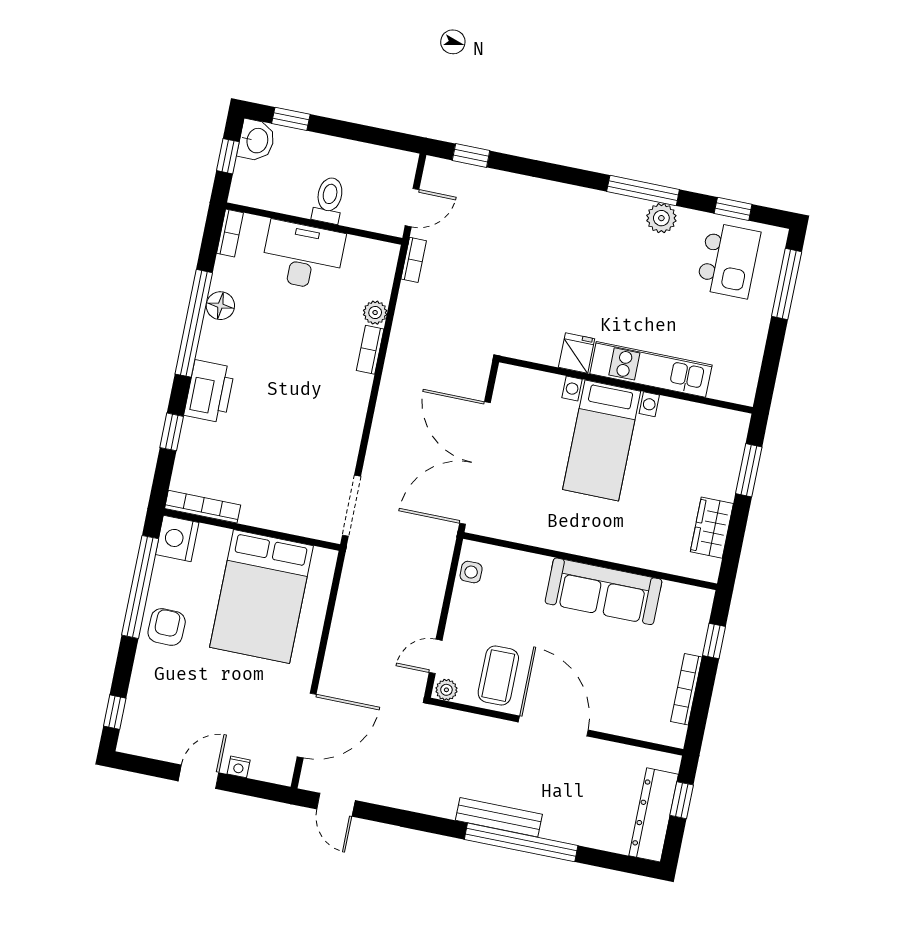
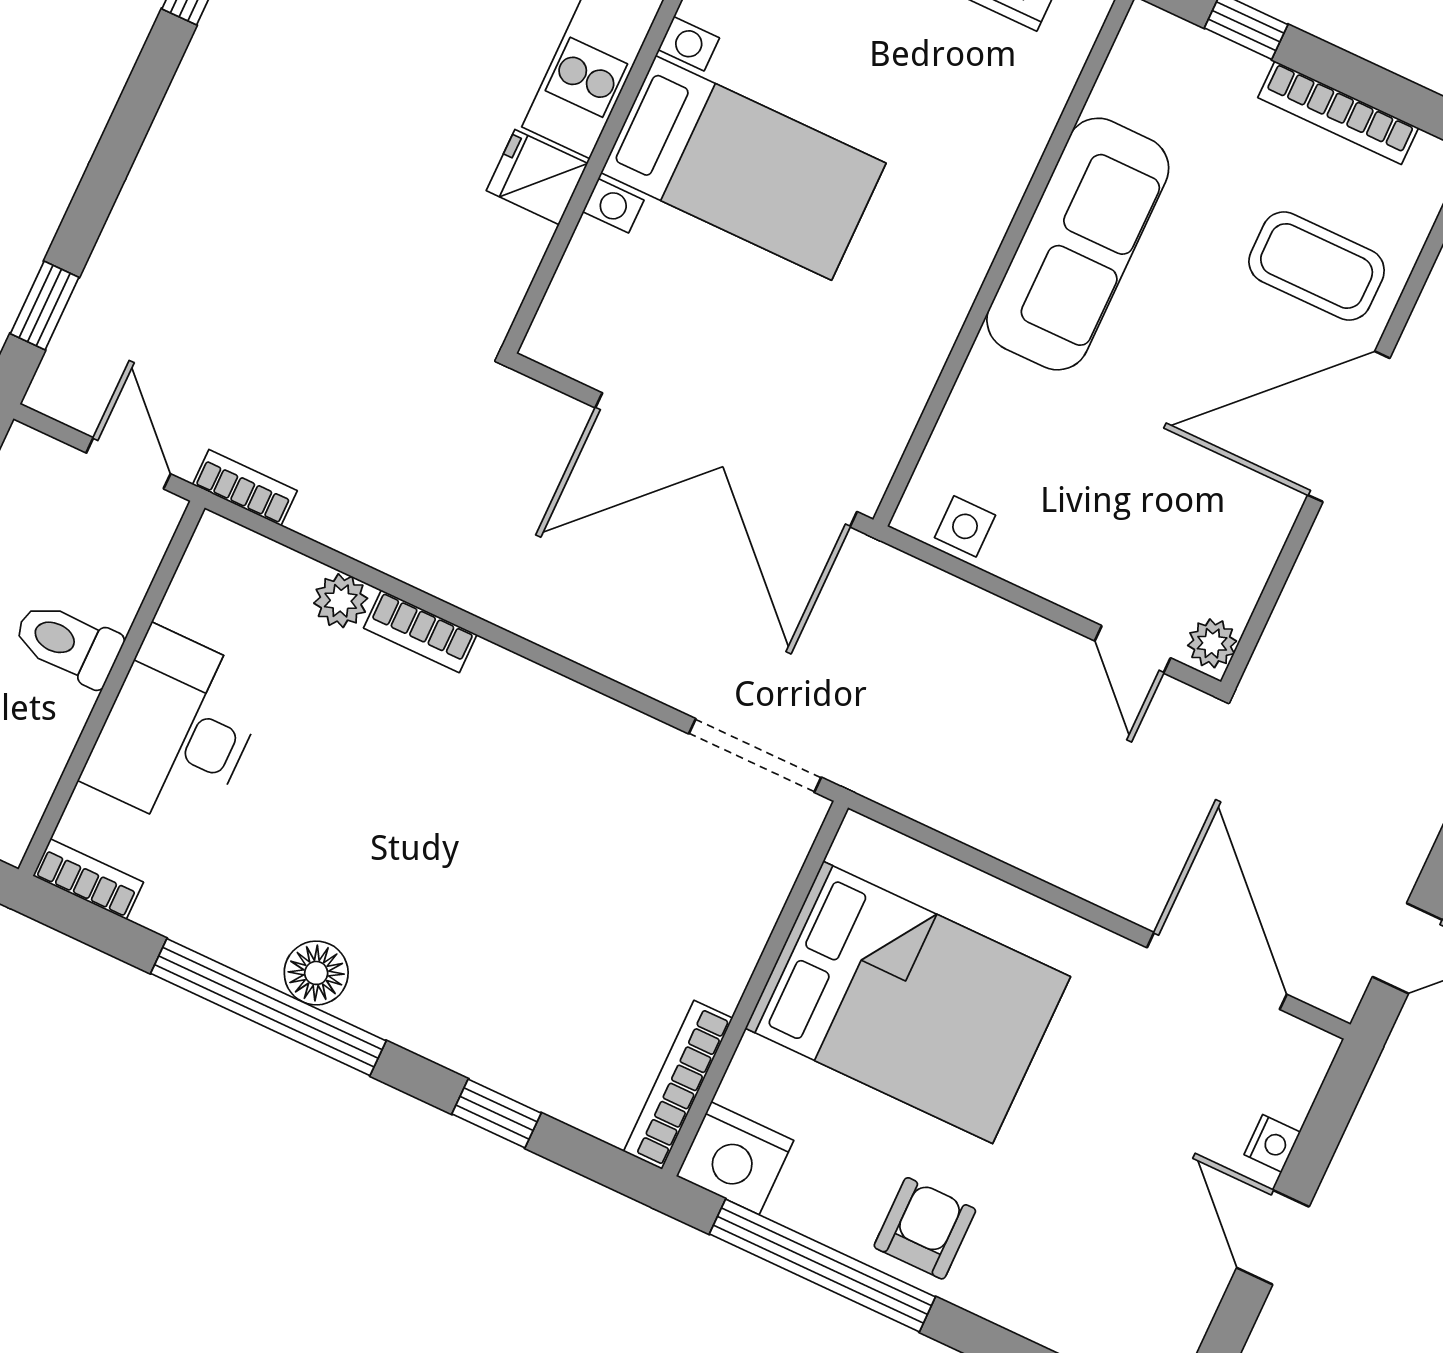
floor lamp: (220, 306) -> (316, 973), moved
printer: (209, 391) -> (427, 1009), removed
armchair: (167, 627) -> (925, 1228), turned 89
coffee table: (498, 676) -> (1317, 266), moved

